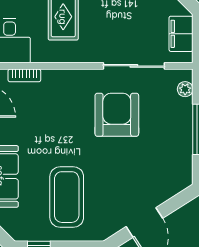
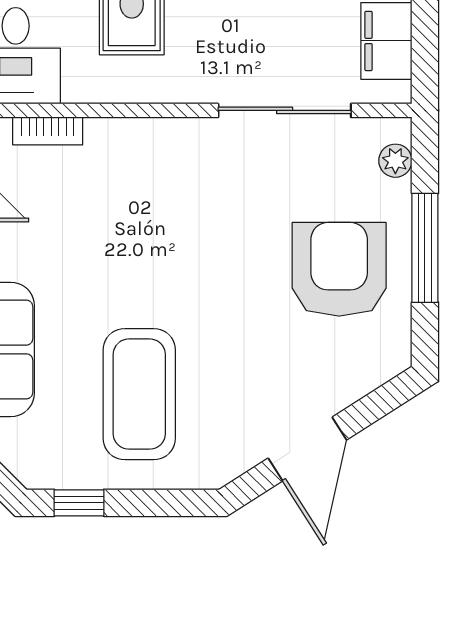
armchair: (117, 115) -> (339, 269), moved

